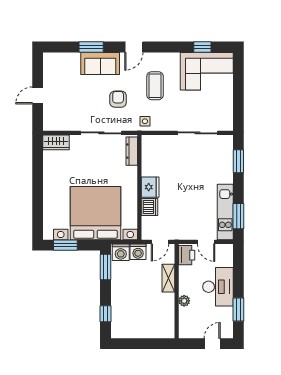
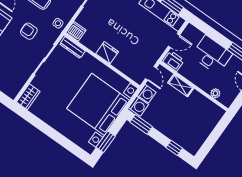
dishwasher: (149, 207) -> (76, 31), moved
plant: (184, 301) -> (215, 93), moved

